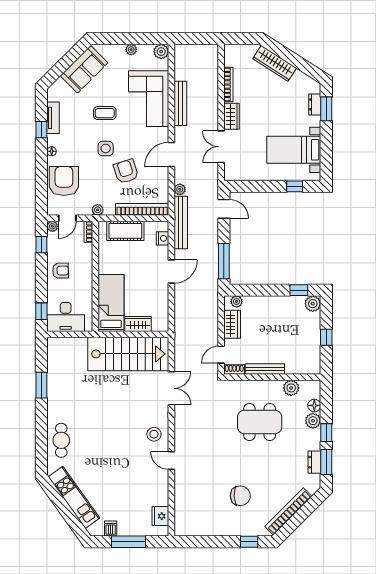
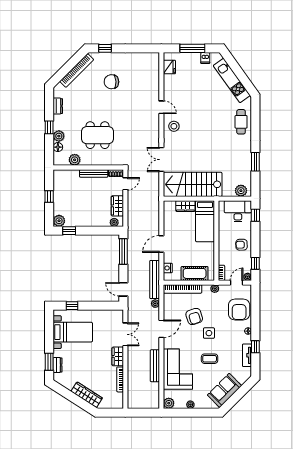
plant: (61, 345) -> (241, 191), added
window: (326, 462) -> (49, 106), removed

